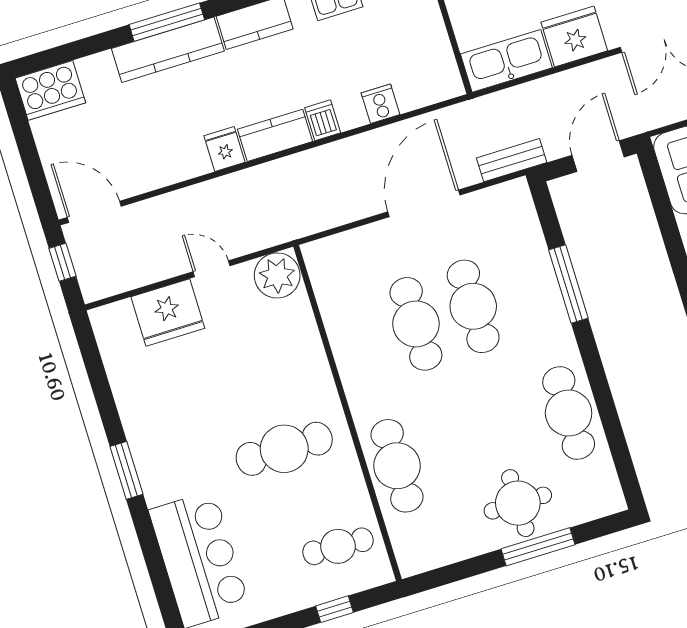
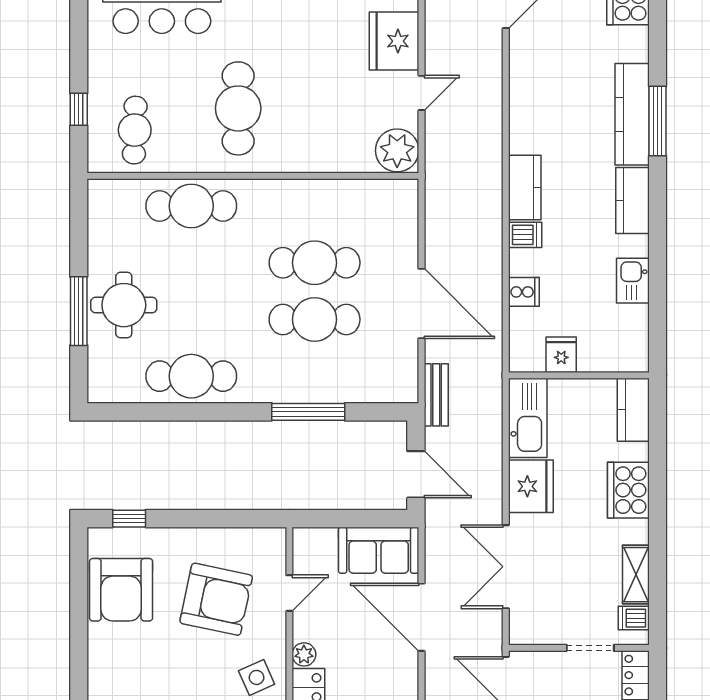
fridge: (224, 149) -> (561, 355), moved, turned -90

